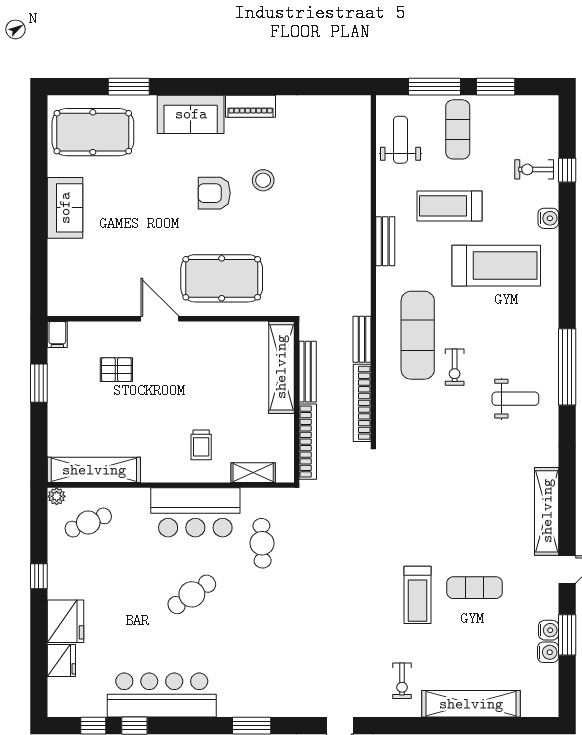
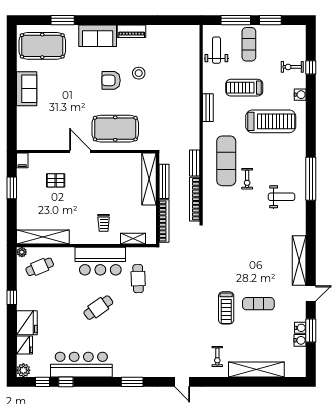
plant: (60, 705) -> (23, 370), added

